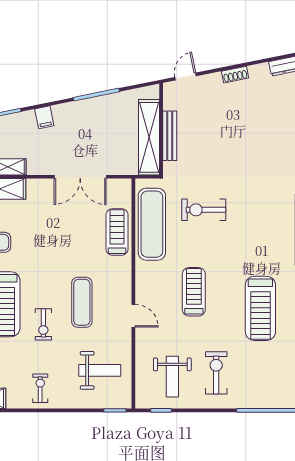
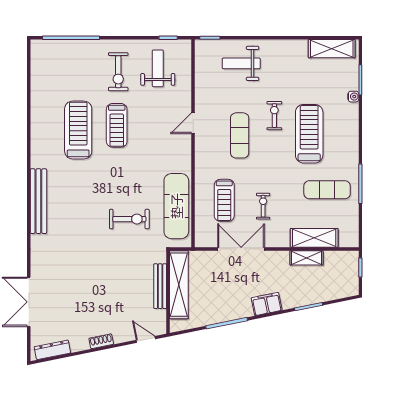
door: (186, 77) -> (146, 340), swing flipped
filing cabinet: (44, 117) -> (267, 304), width x2.00
treadmill: (117, 232) -> (224, 200), moved
treadmill: (194, 292) -> (117, 125), moved
door: (133, 316) -> (193, 123), hinge flipped
weight bench: (100, 370) -> (241, 63), moved
exercise bike: (40, 388) -> (263, 206), moved, turned 180

